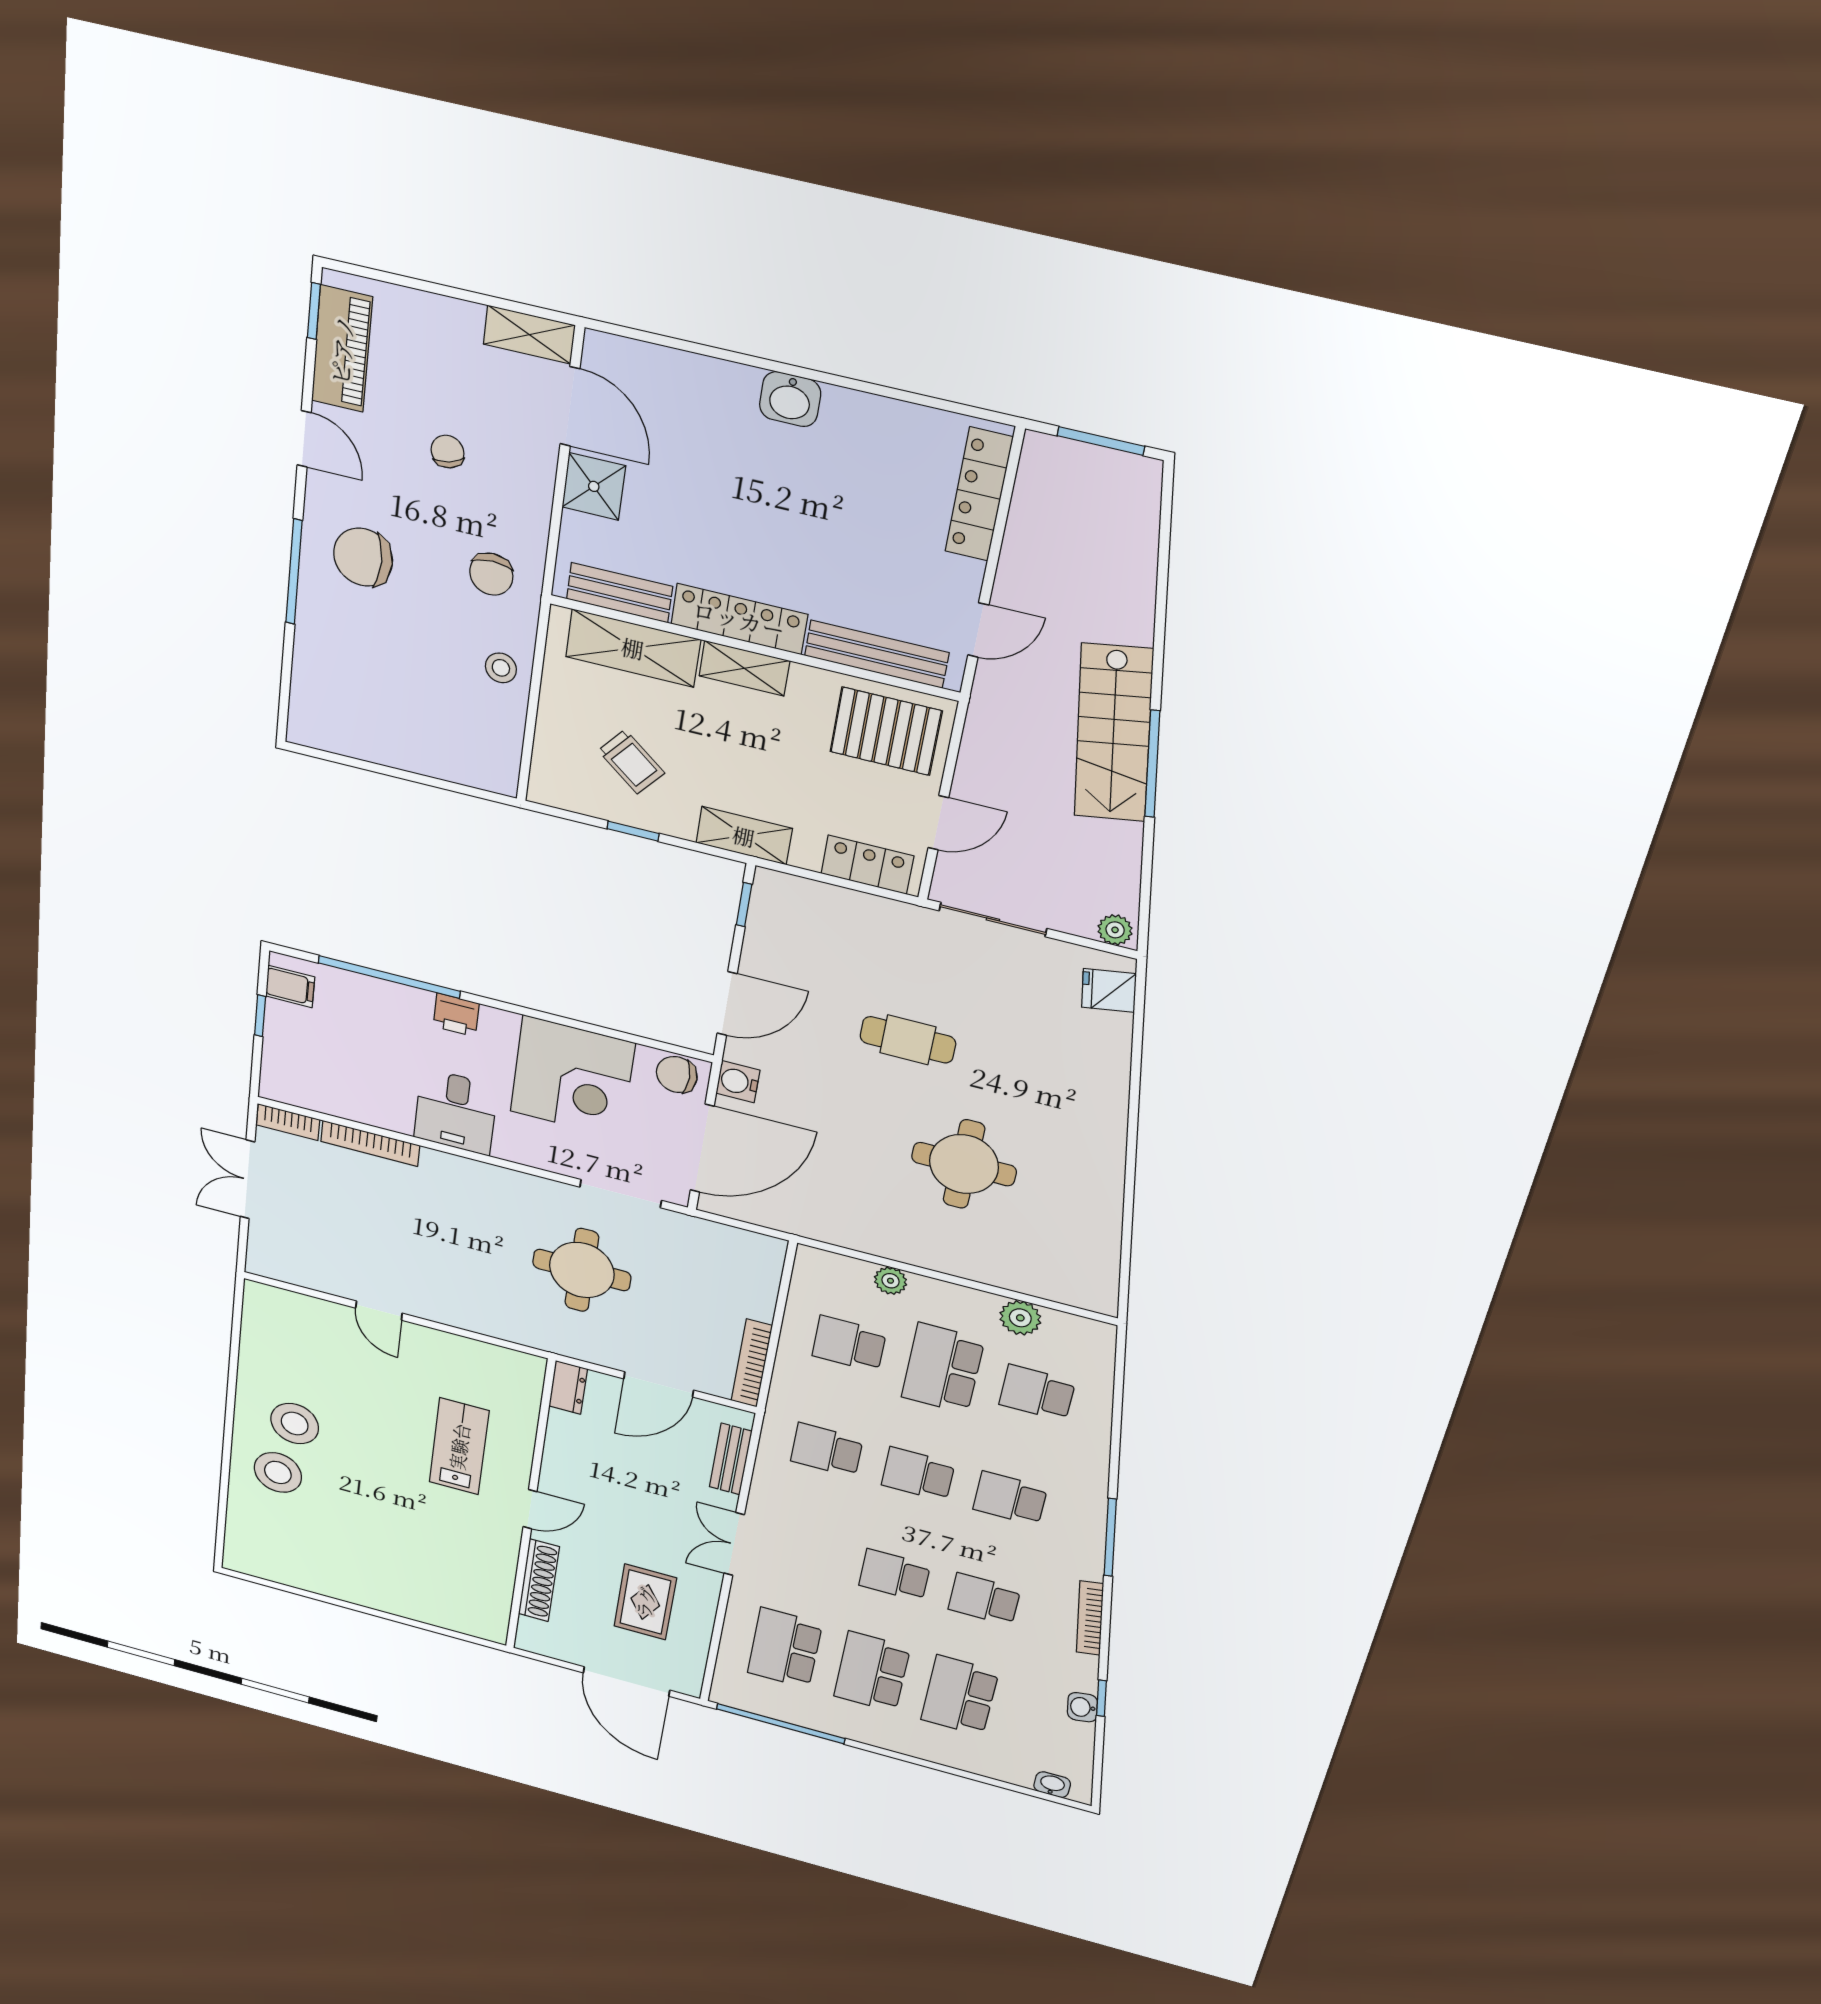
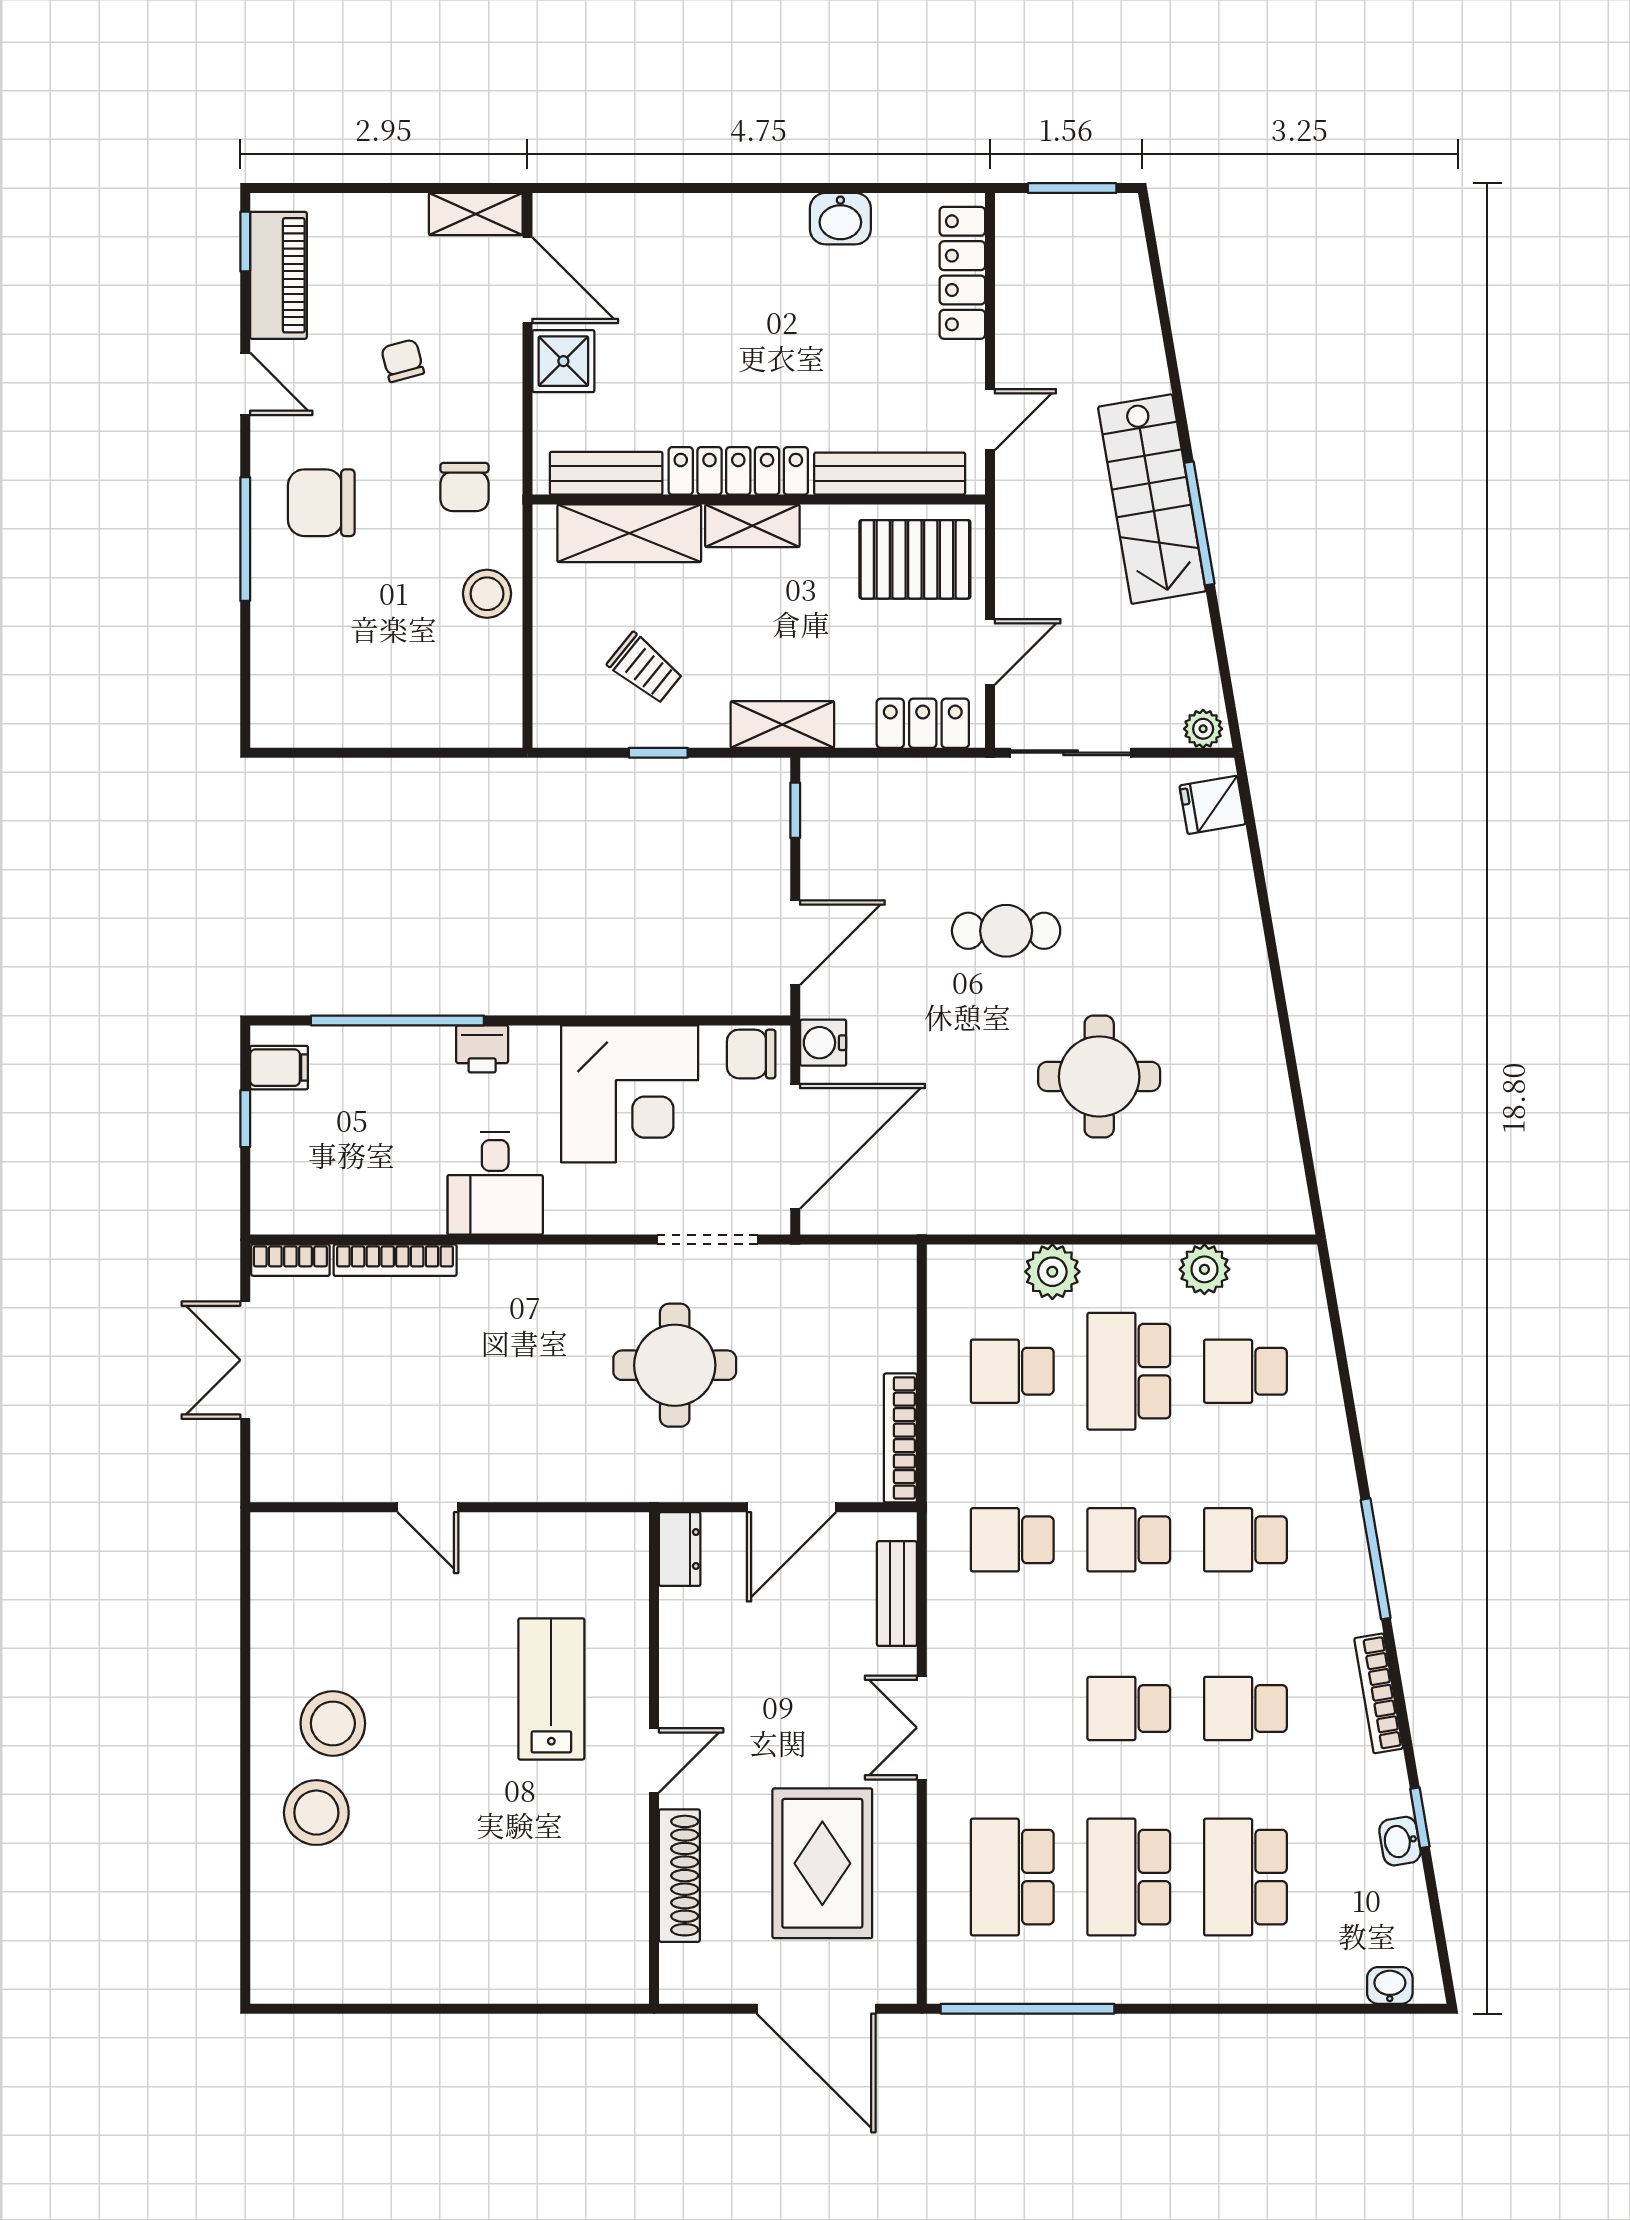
washbasin: (790, 399) -> (840, 219), moved
stool: (501, 668) -> (487, 594), width x1.37, depth x1.37
plant: (891, 1281) -> (1052, 1272), width x1.38, depth x1.38
rug: (645, 1602) -> (822, 1863), width x1.36, depth x1.43

